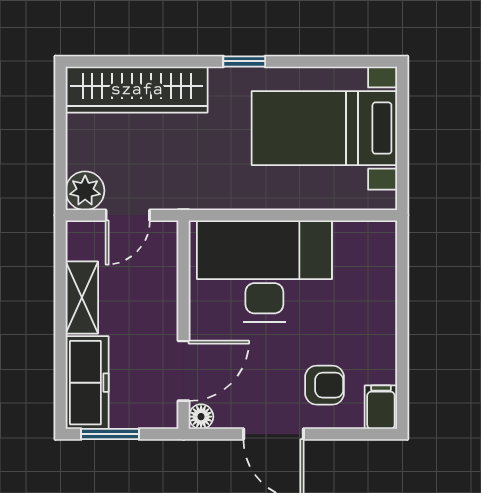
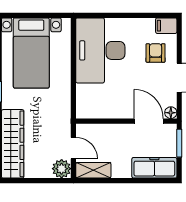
desk: (264, 271) -> (100, 50), moved
shelving: (82, 297) -> (93, 170), moved
window: (110, 434) -> (179, 143), moved

